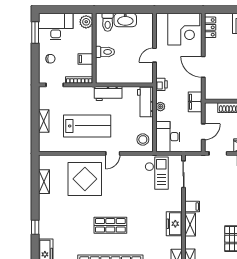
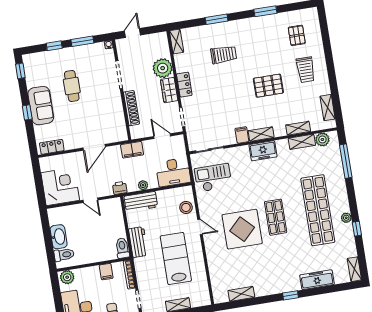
corner desk: (184, 29) -> (60, 187), moved
toilet: (105, 52) -> (122, 248), moved
stool: (143, 139) -> (186, 207), moved
display table: (85, 179) -> (242, 229), moved

